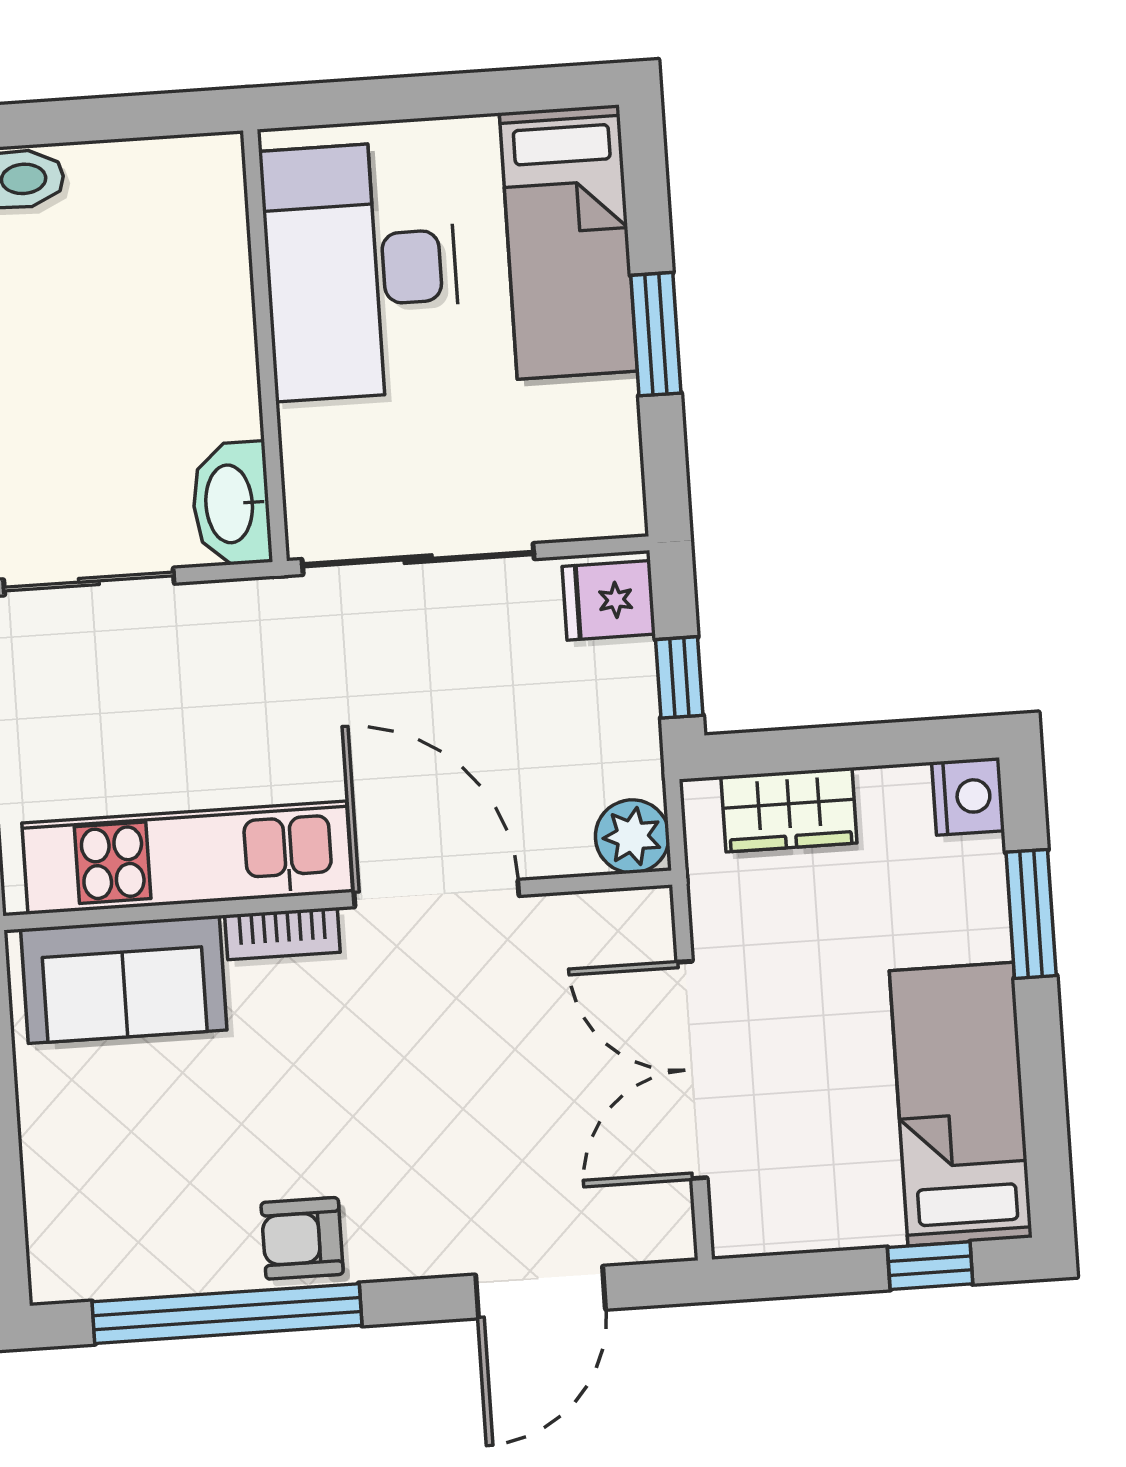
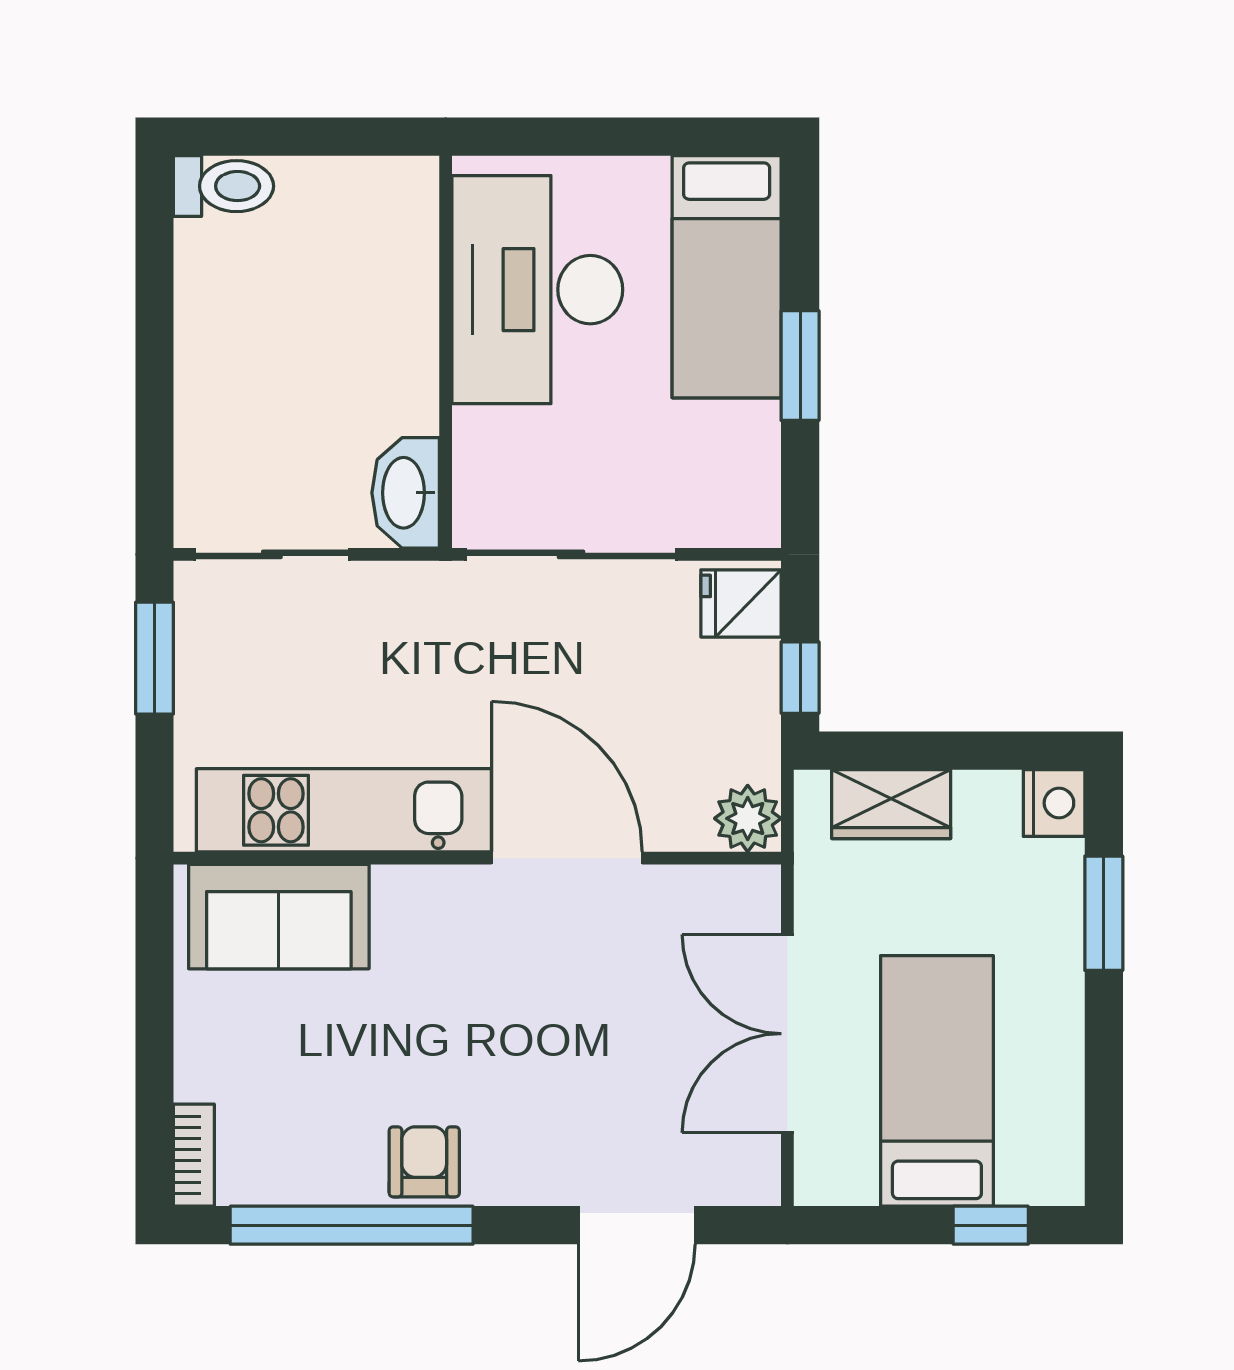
bookcase: (282, 934) -> (194, 1155), moved, turned -90
bed: (961, 1104) -> (937, 1081), moved
armchair: (302, 1238) -> (424, 1162), turned 90

